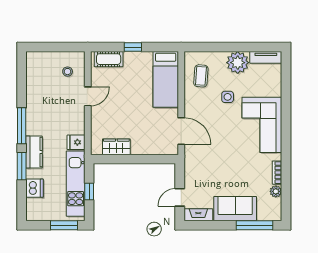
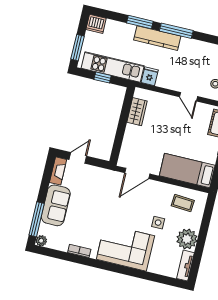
kitchen counter: (34, 152) -> (157, 38), width x1.50
dishwasher: (35, 188) -> (96, 24), moved
plant: (276, 191) -> (41, 241), moved
door: (180, 197) -> (78, 158), hinge flipped

